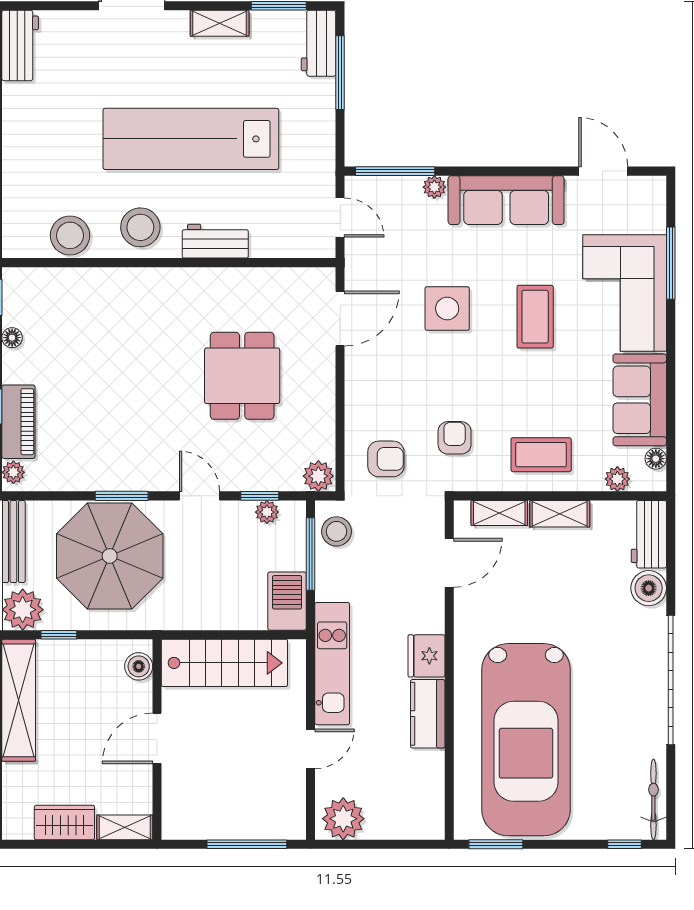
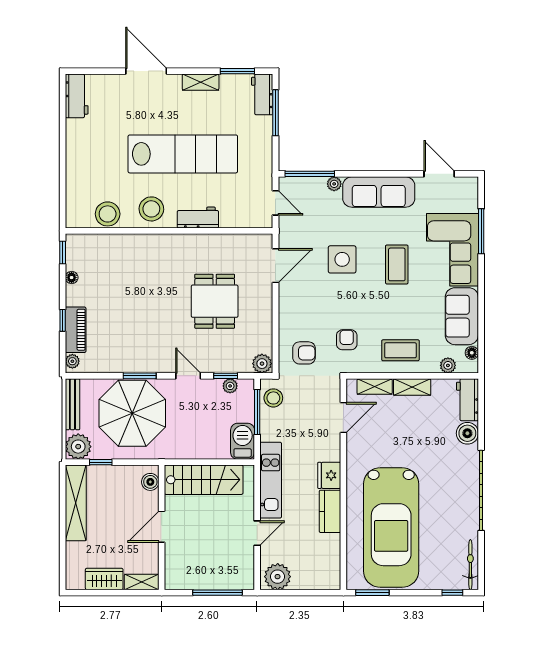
lab bench: (191, 139) -> (183, 154), turned 180

